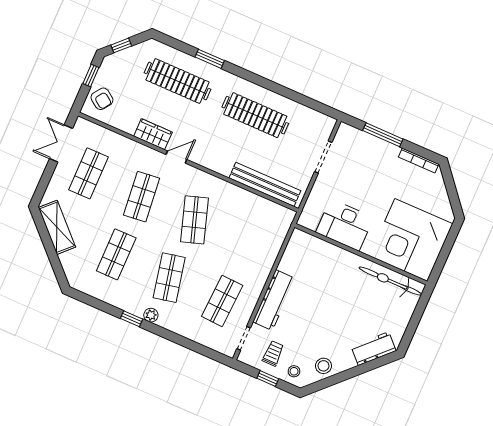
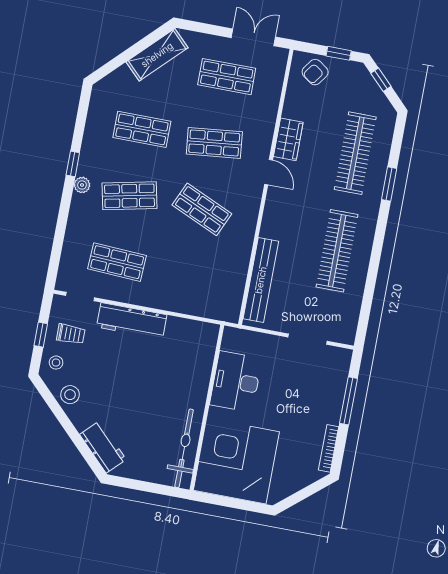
shop shelf: (195, 220) -> (202, 209), turned 42

